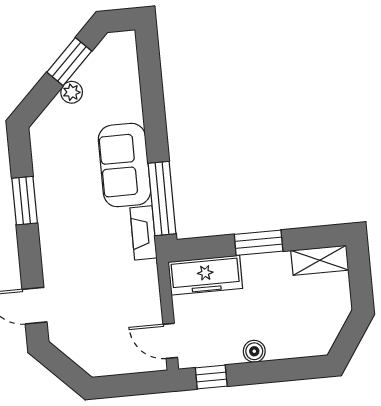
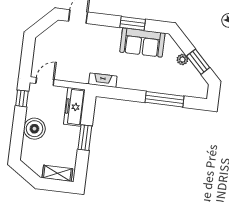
sofa: (125, 165) -> (142, 43), moved, turned 180
window: (162, 198) -> (164, 99), moved
shelving: (320, 260) -> (57, 173), moved, turned 90
boiler: (254, 351) -> (34, 129), width x1.86, depth x1.86

